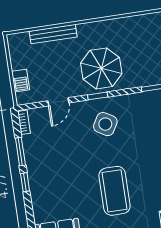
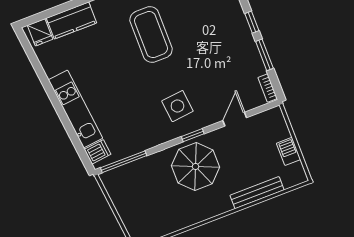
barbecue: (21, 81) -> (289, 151), moved
side table: (105, 124) -> (177, 106), turned -36

